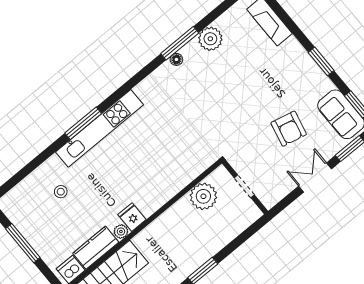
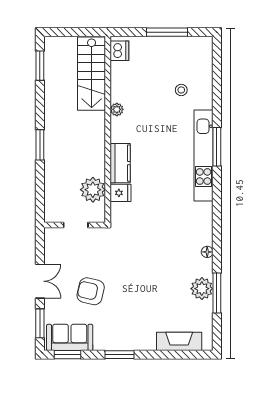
window: (180, 43) -> (217, 293), moved
fridge: (132, 217) -> (121, 193), moved
kitchen counter: (96, 248) -> (120, 163), moved

